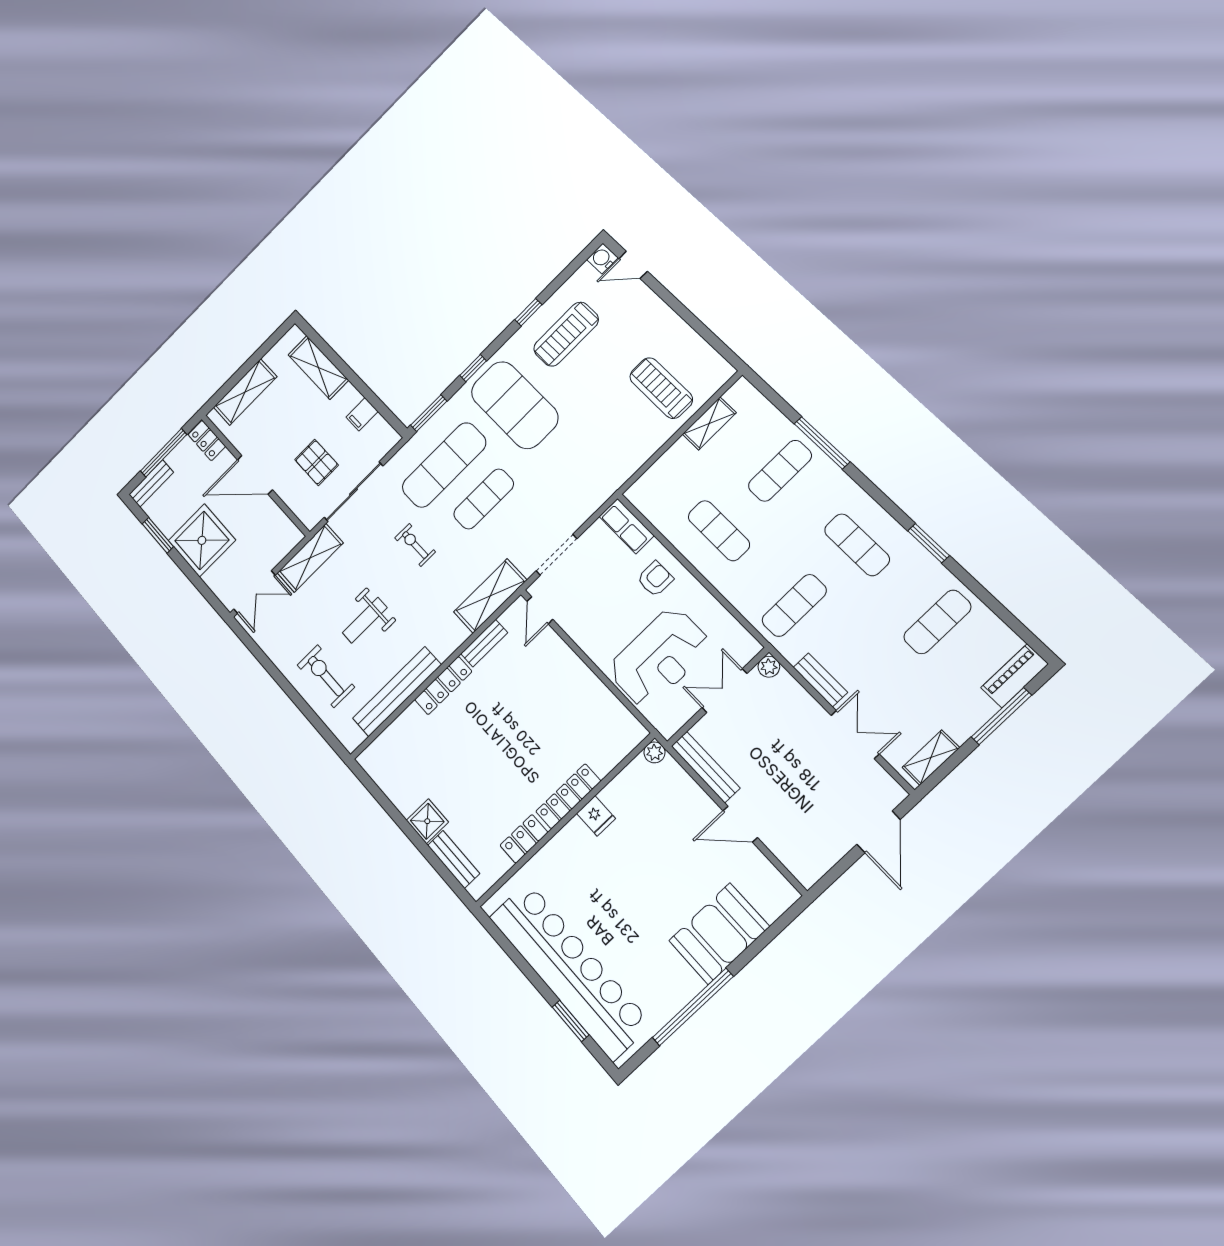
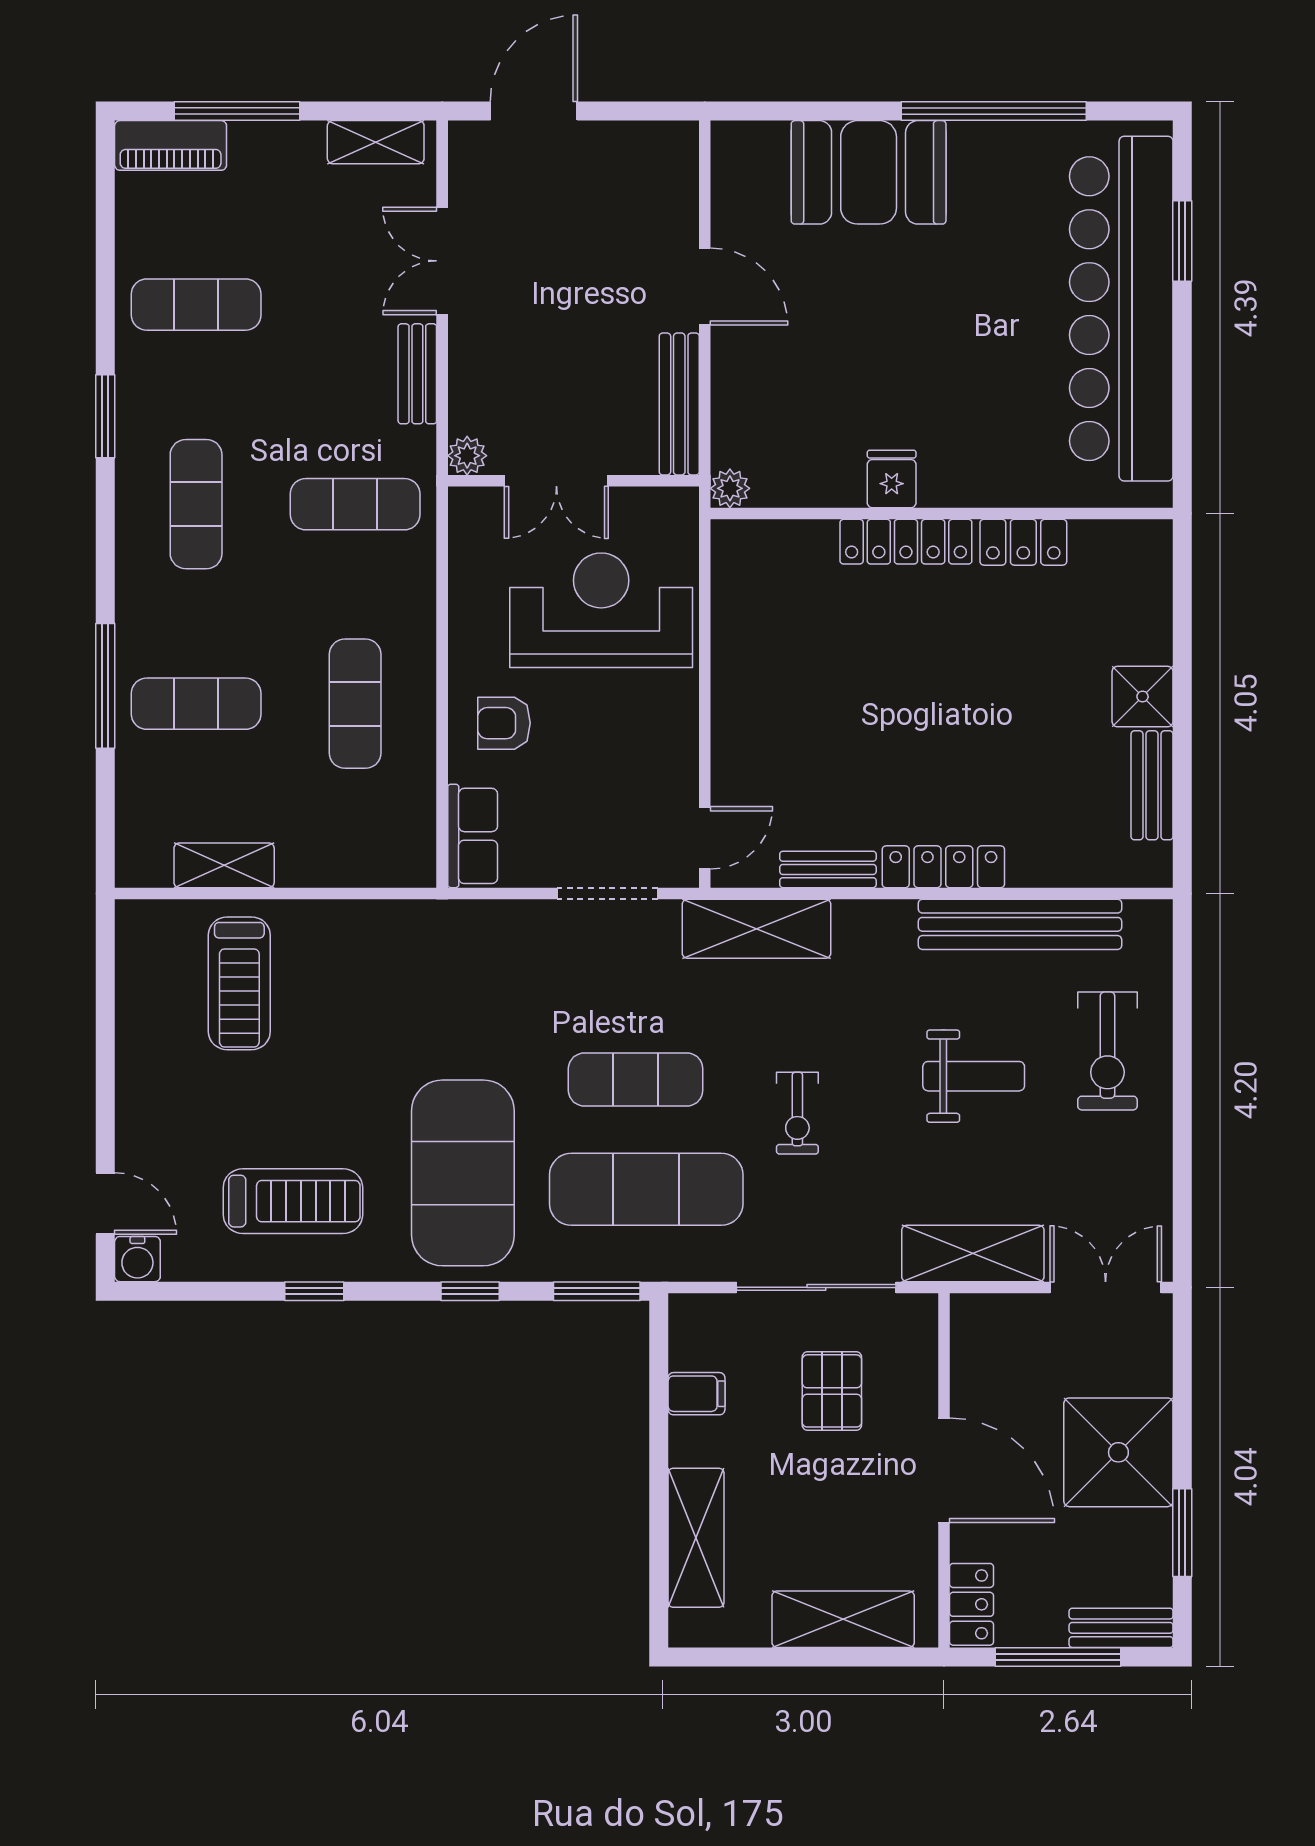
bench: (454, 859) -> (1152, 785), moved

